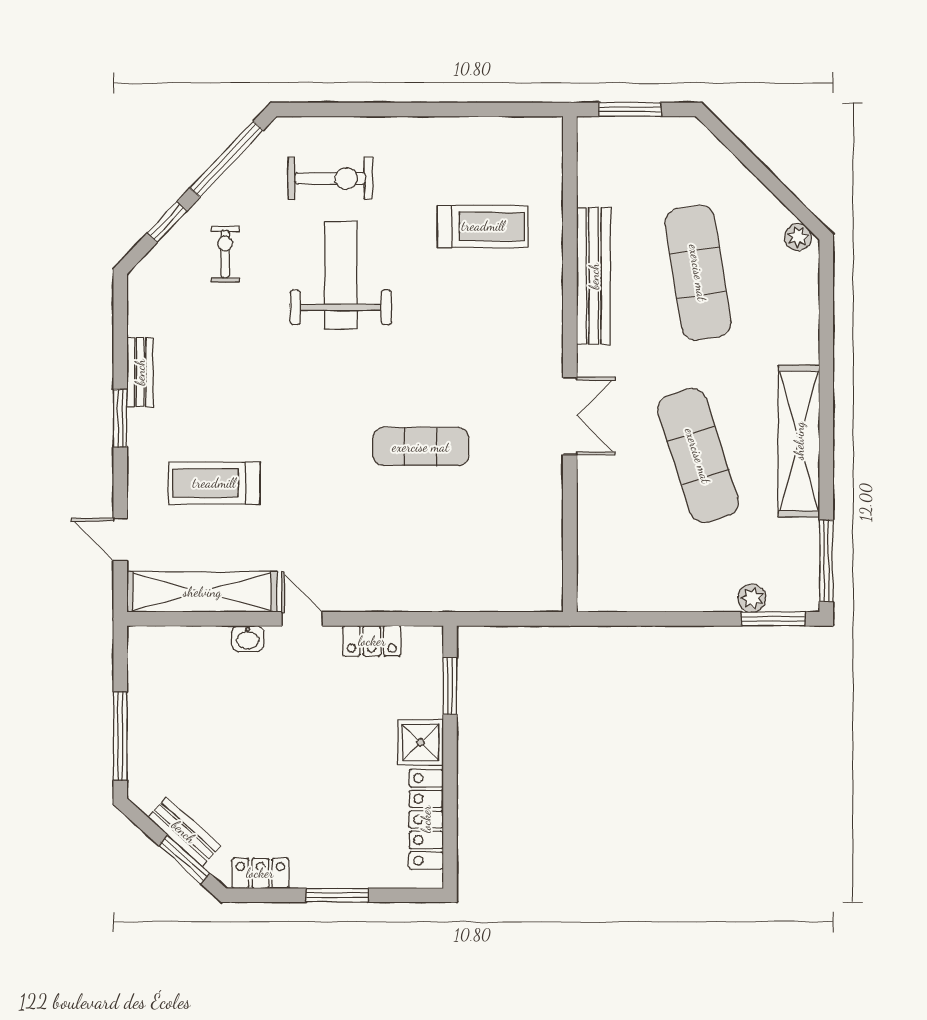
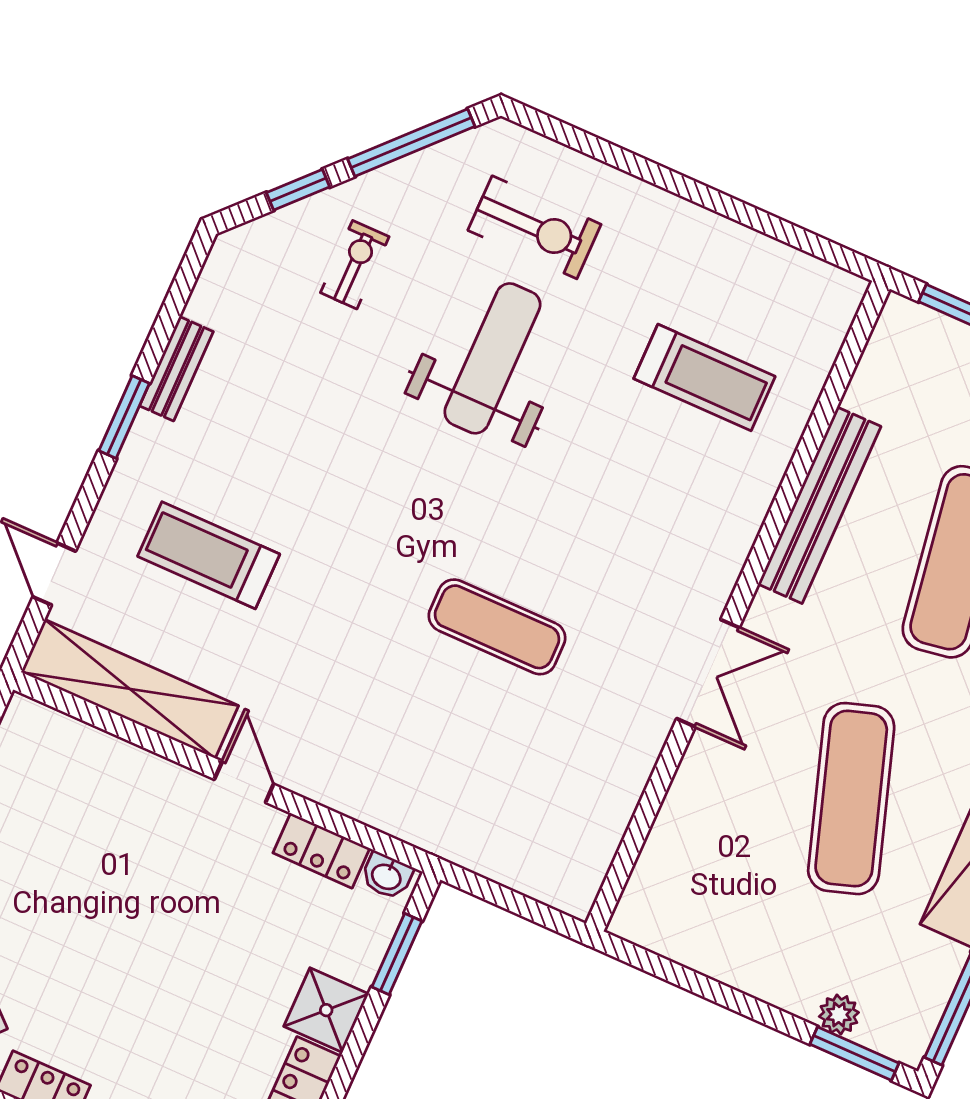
washbasin: (248, 639) -> (387, 876), moved

